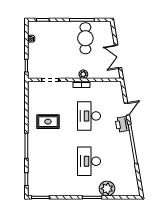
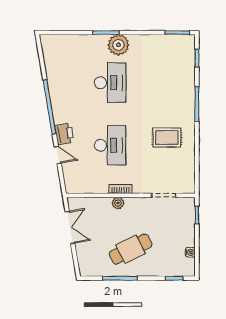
cafe table: (85, 38) -> (131, 249), moved, turned 63
door: (127, 109) -> (58, 155), swing flipped
plant: (107, 189) -> (118, 45), moved

